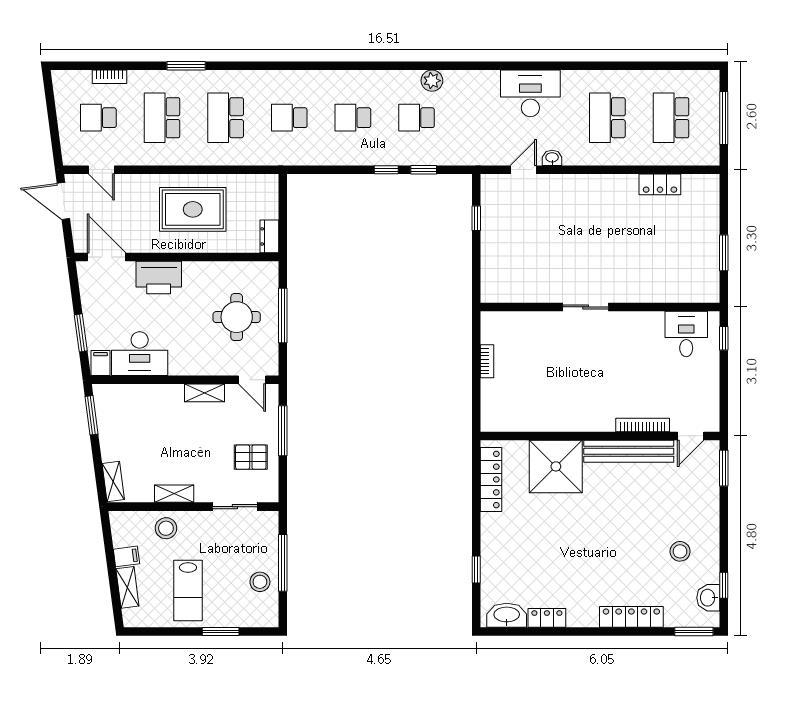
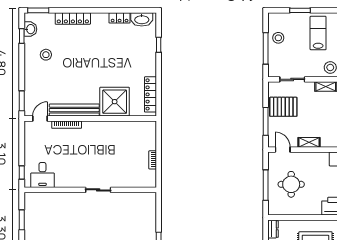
pallet: (251, 457) -> (283, 107), width x1.50, depth x1.42

